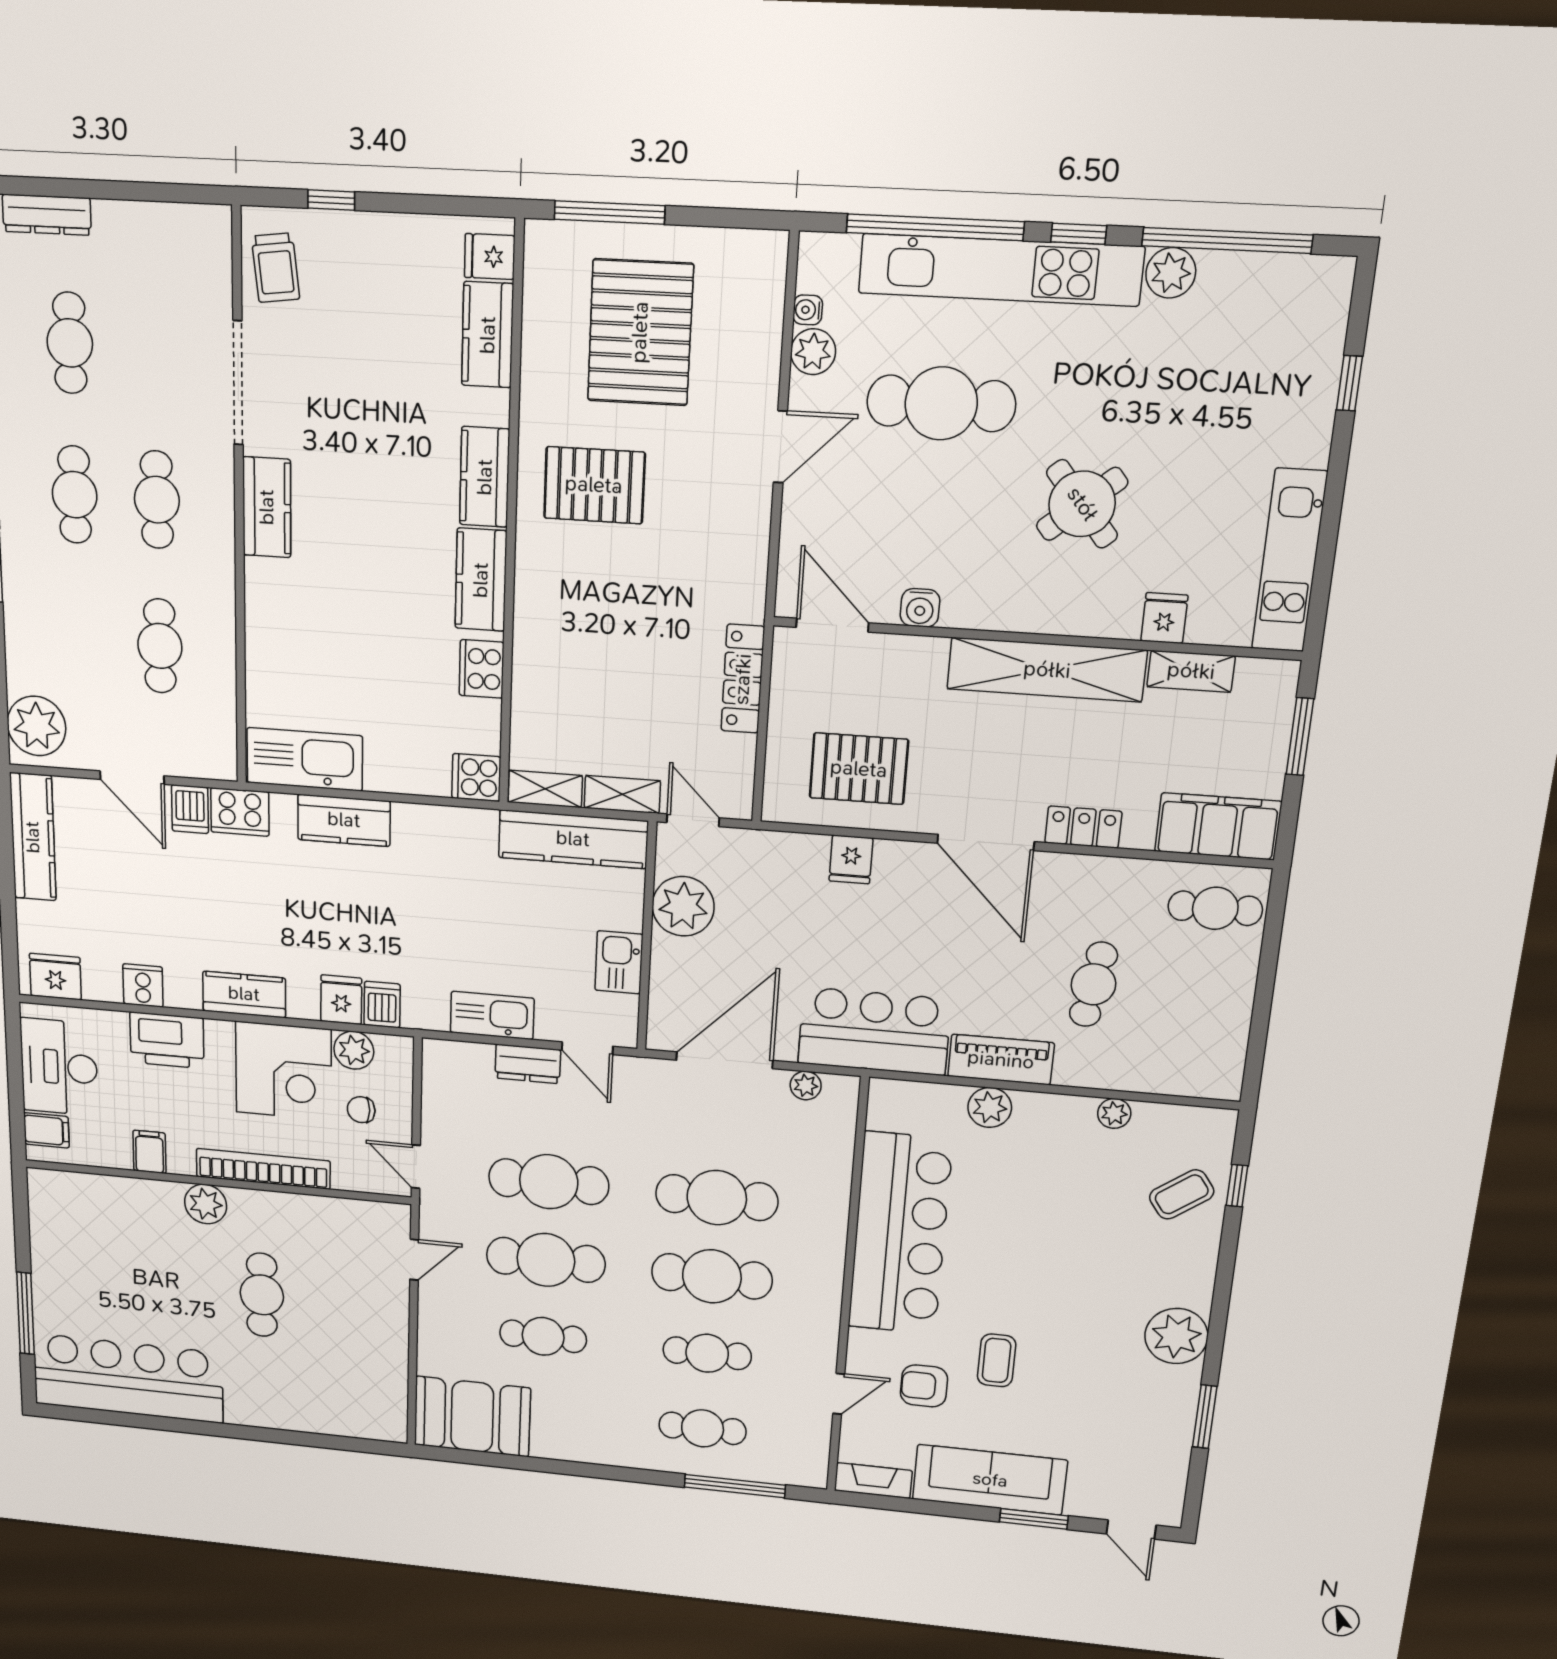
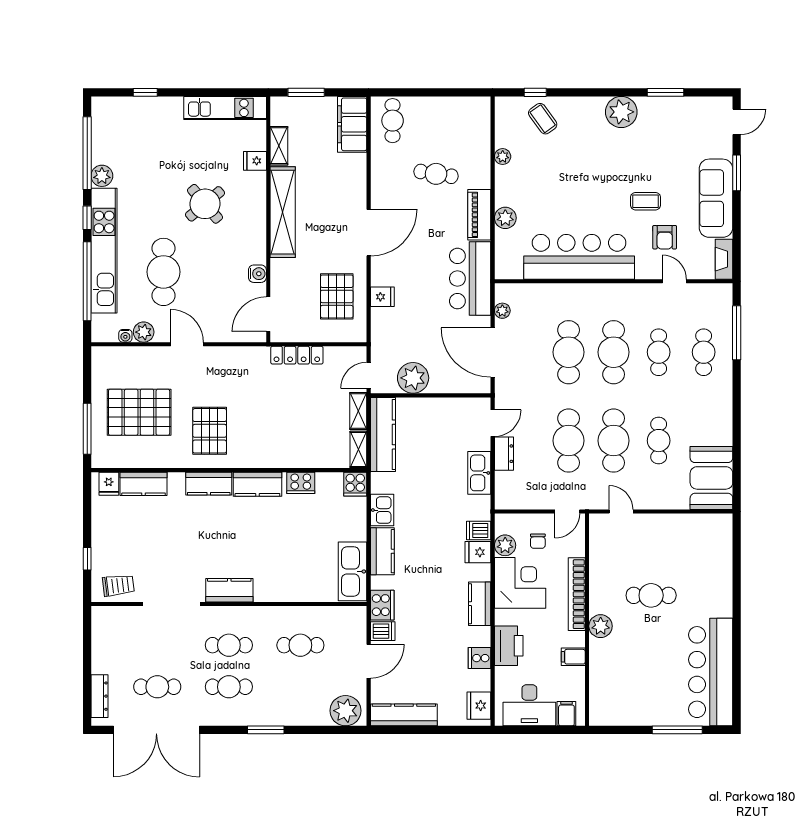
locker: (1083, 827) -> (357, 187), removed
kitchen sink: (619, 962) -> (382, 510), moved, turned -90

